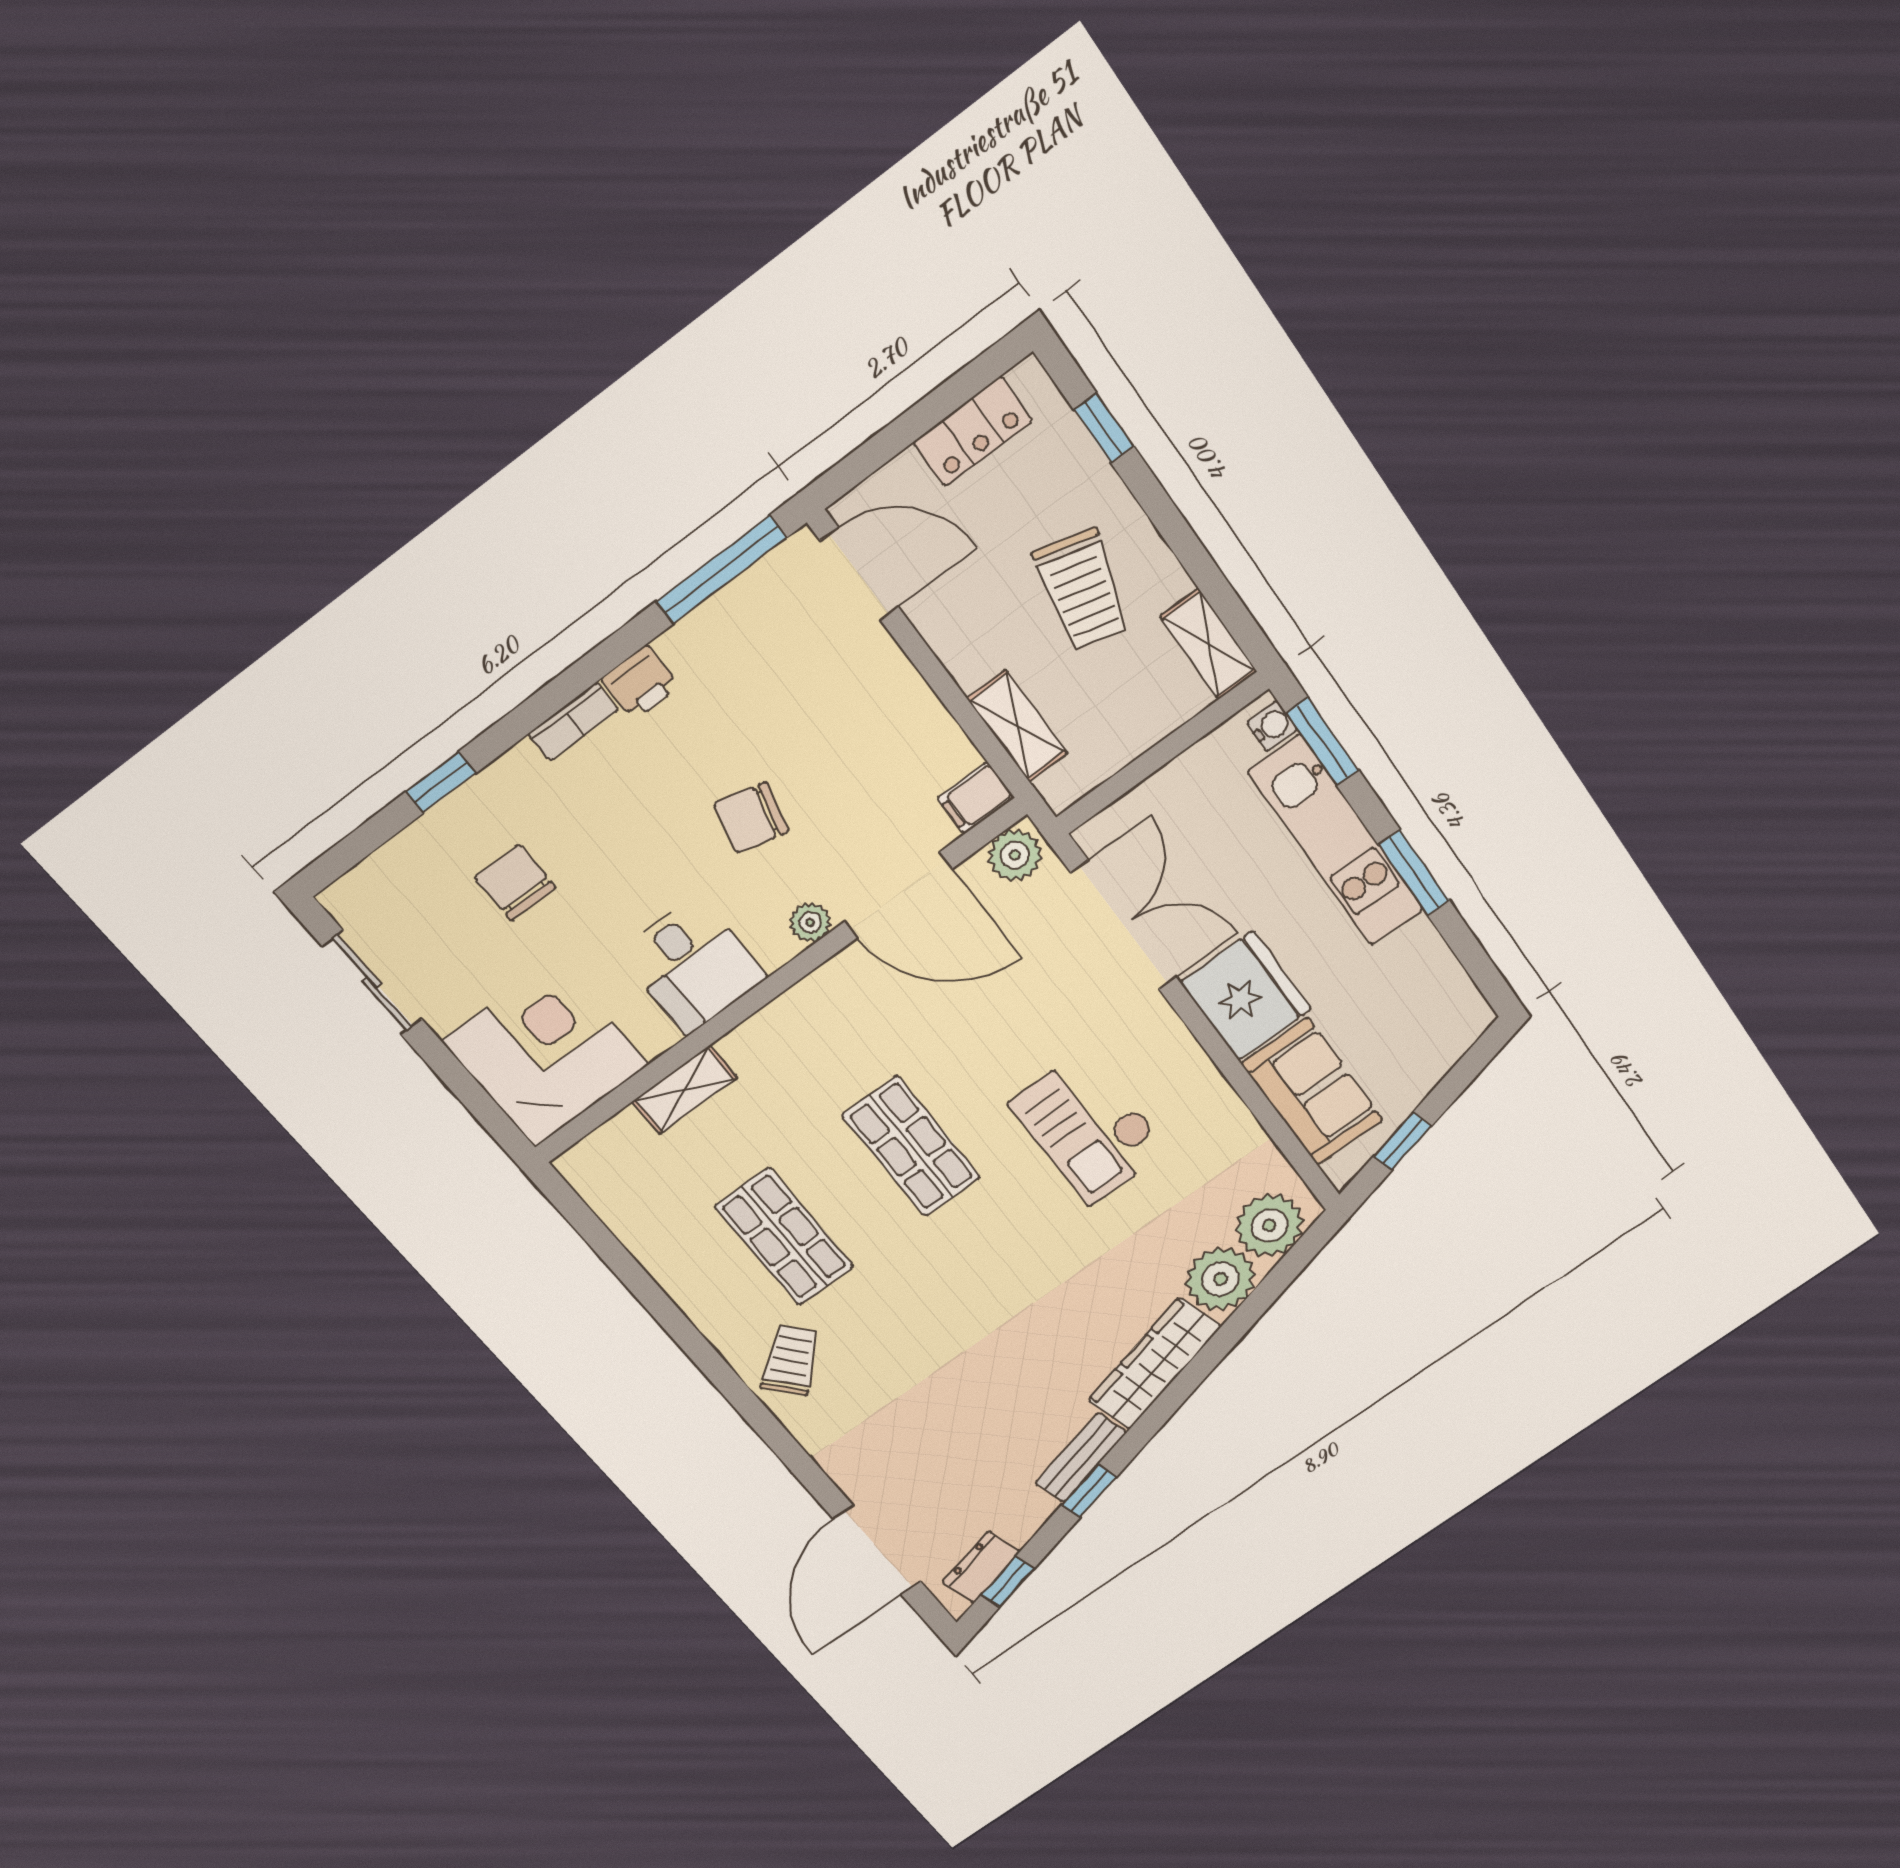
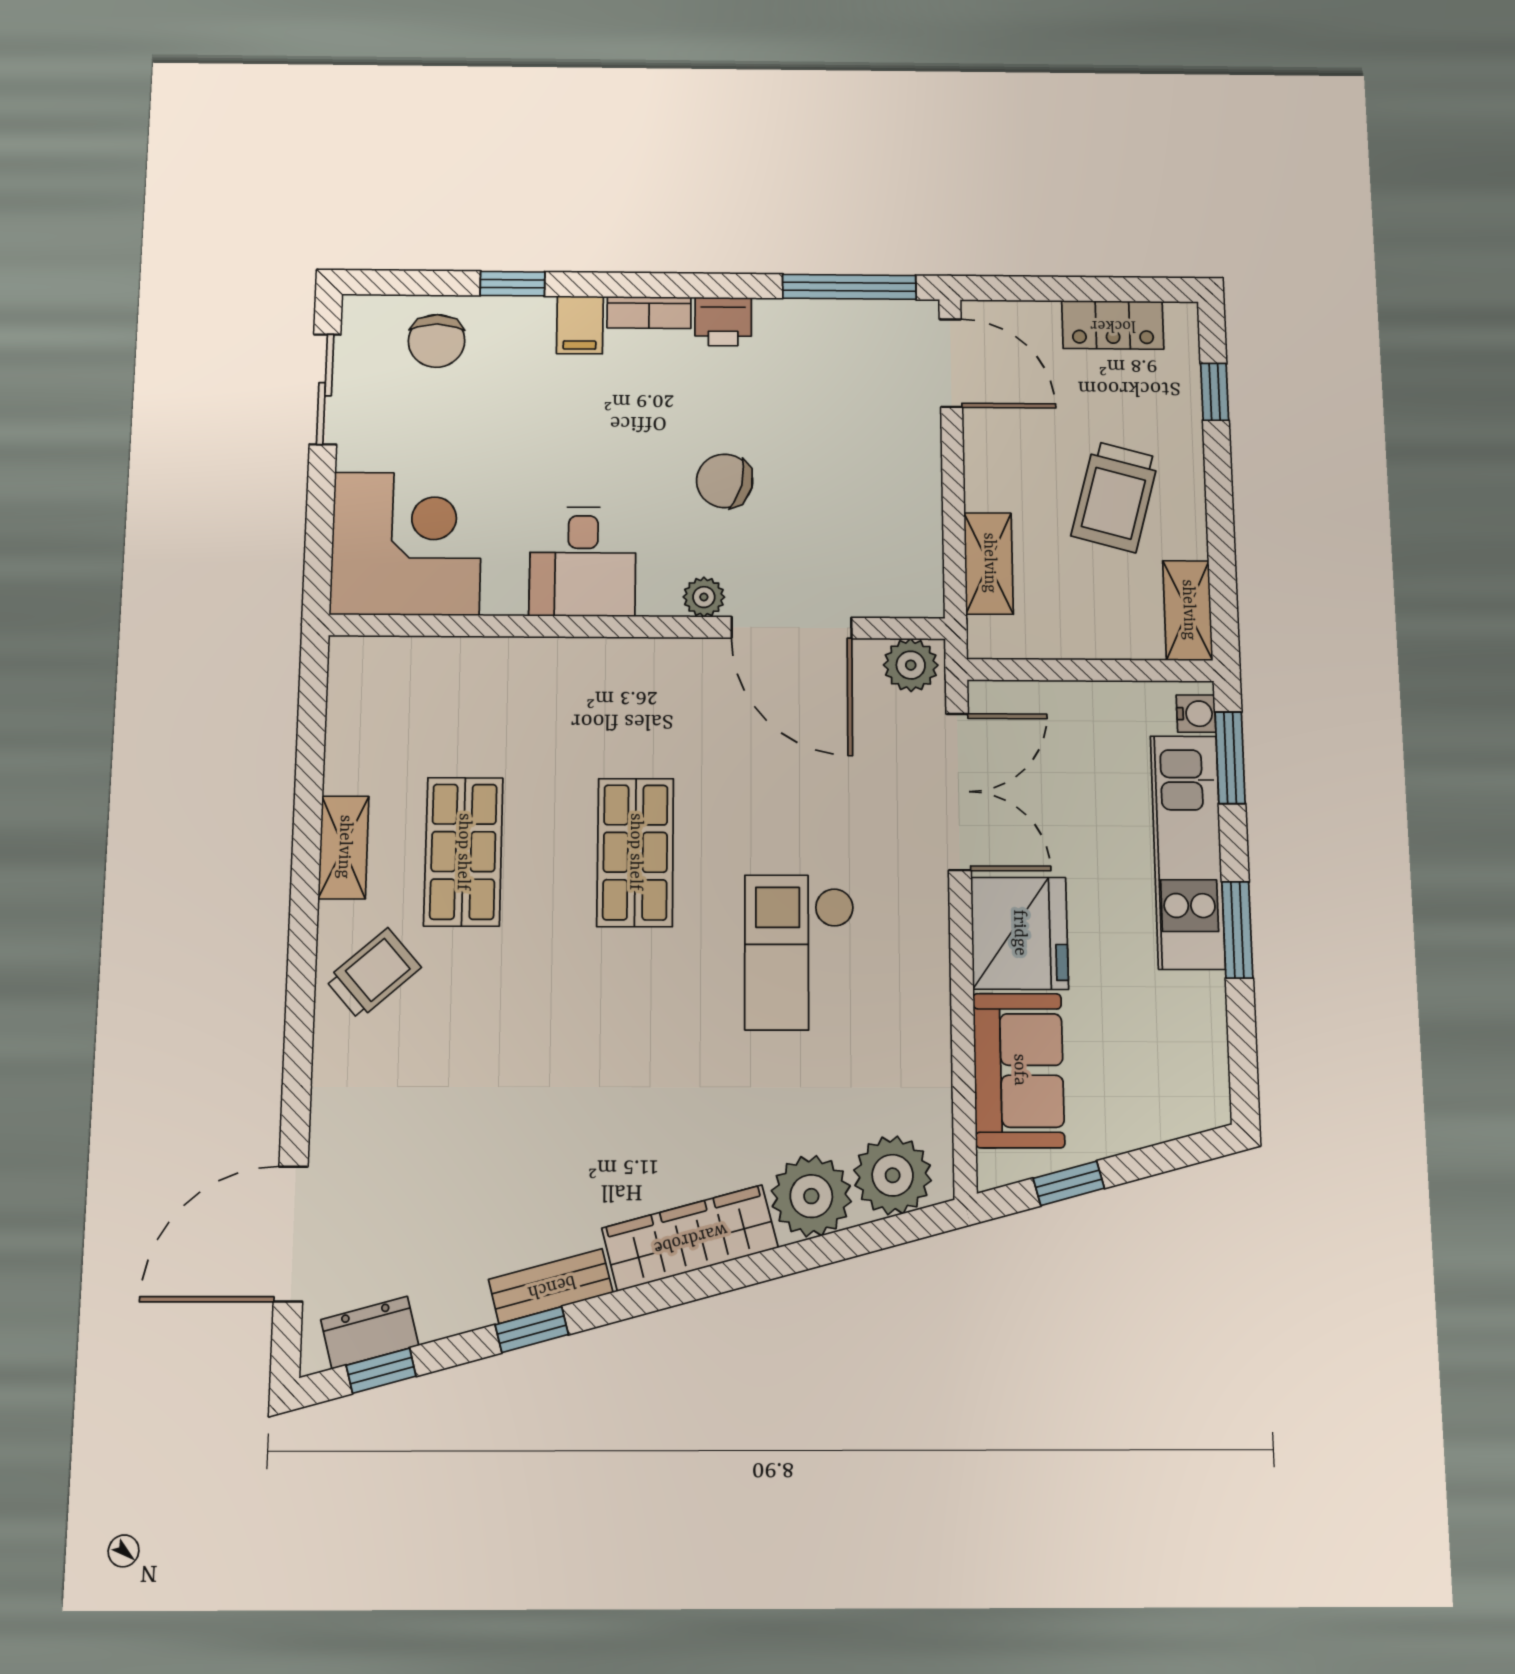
filing cabinet: (976, 798) -> (580, 325), moved, turned -90
chair: (515, 883) -> (437, 341), moved, turned 180
shelving: (685, 1090) -> (344, 847), moved, turned 90

